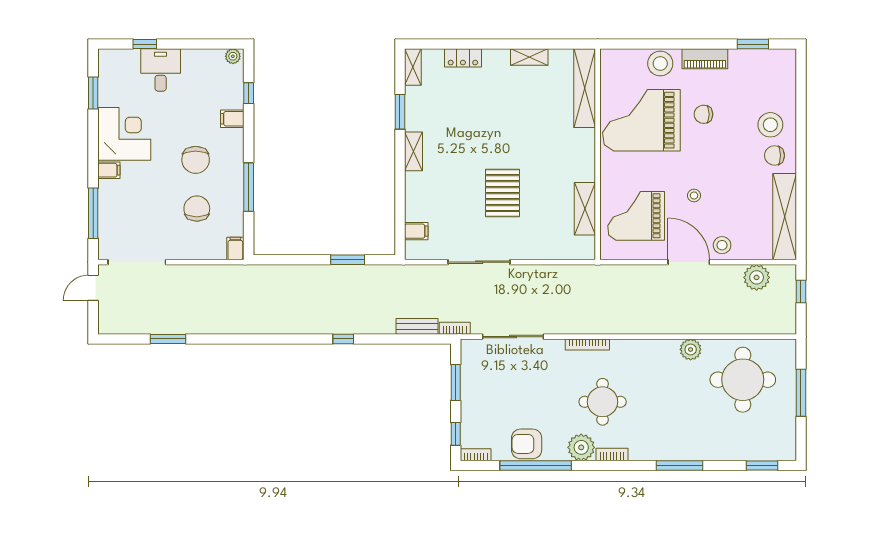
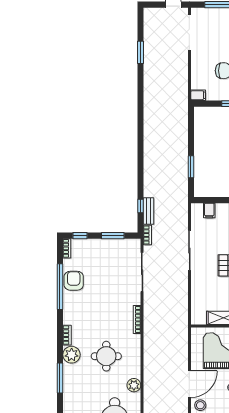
window: (343, 339) -> (141, 206), moved
round table: (603, 402) -> (106, 356), moved
plant: (581, 447) -> (72, 355), moved

